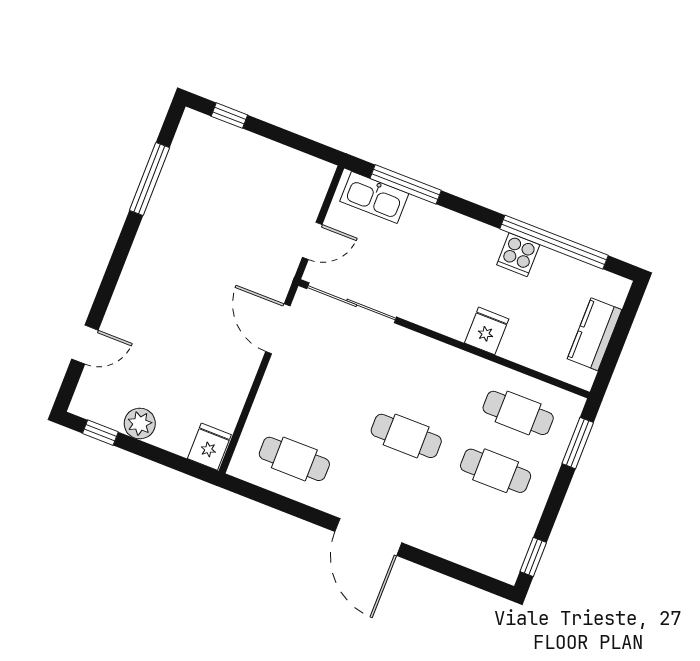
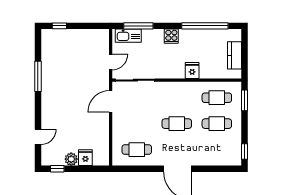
window: (149, 179) -> (38, 76), moved
cooker: (518, 255) -> (171, 36), moved
door: (278, 329) -> (111, 101), hinge flipped
fridge: (209, 447) -> (85, 158), moved

